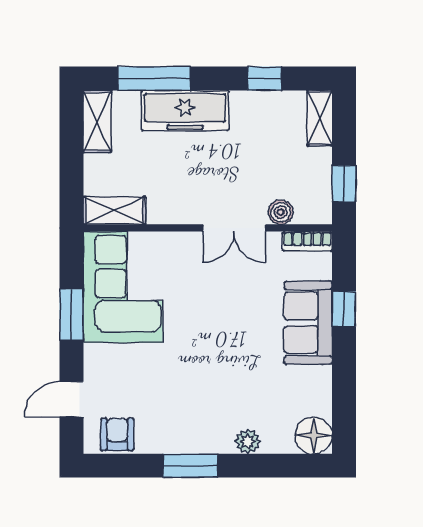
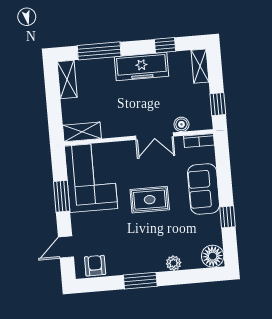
freezer: (185, 111) -> (142, 67), moved
window: (344, 309) -> (228, 217), moved
rug: (217, 333) -> (150, 200), added

